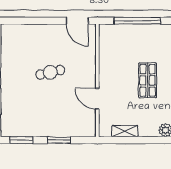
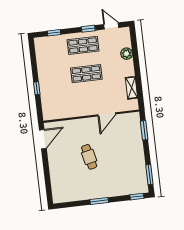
window: (137, 21) -> (37, 88), width x0.32
window: (59, 140) -> (144, 130), moved

